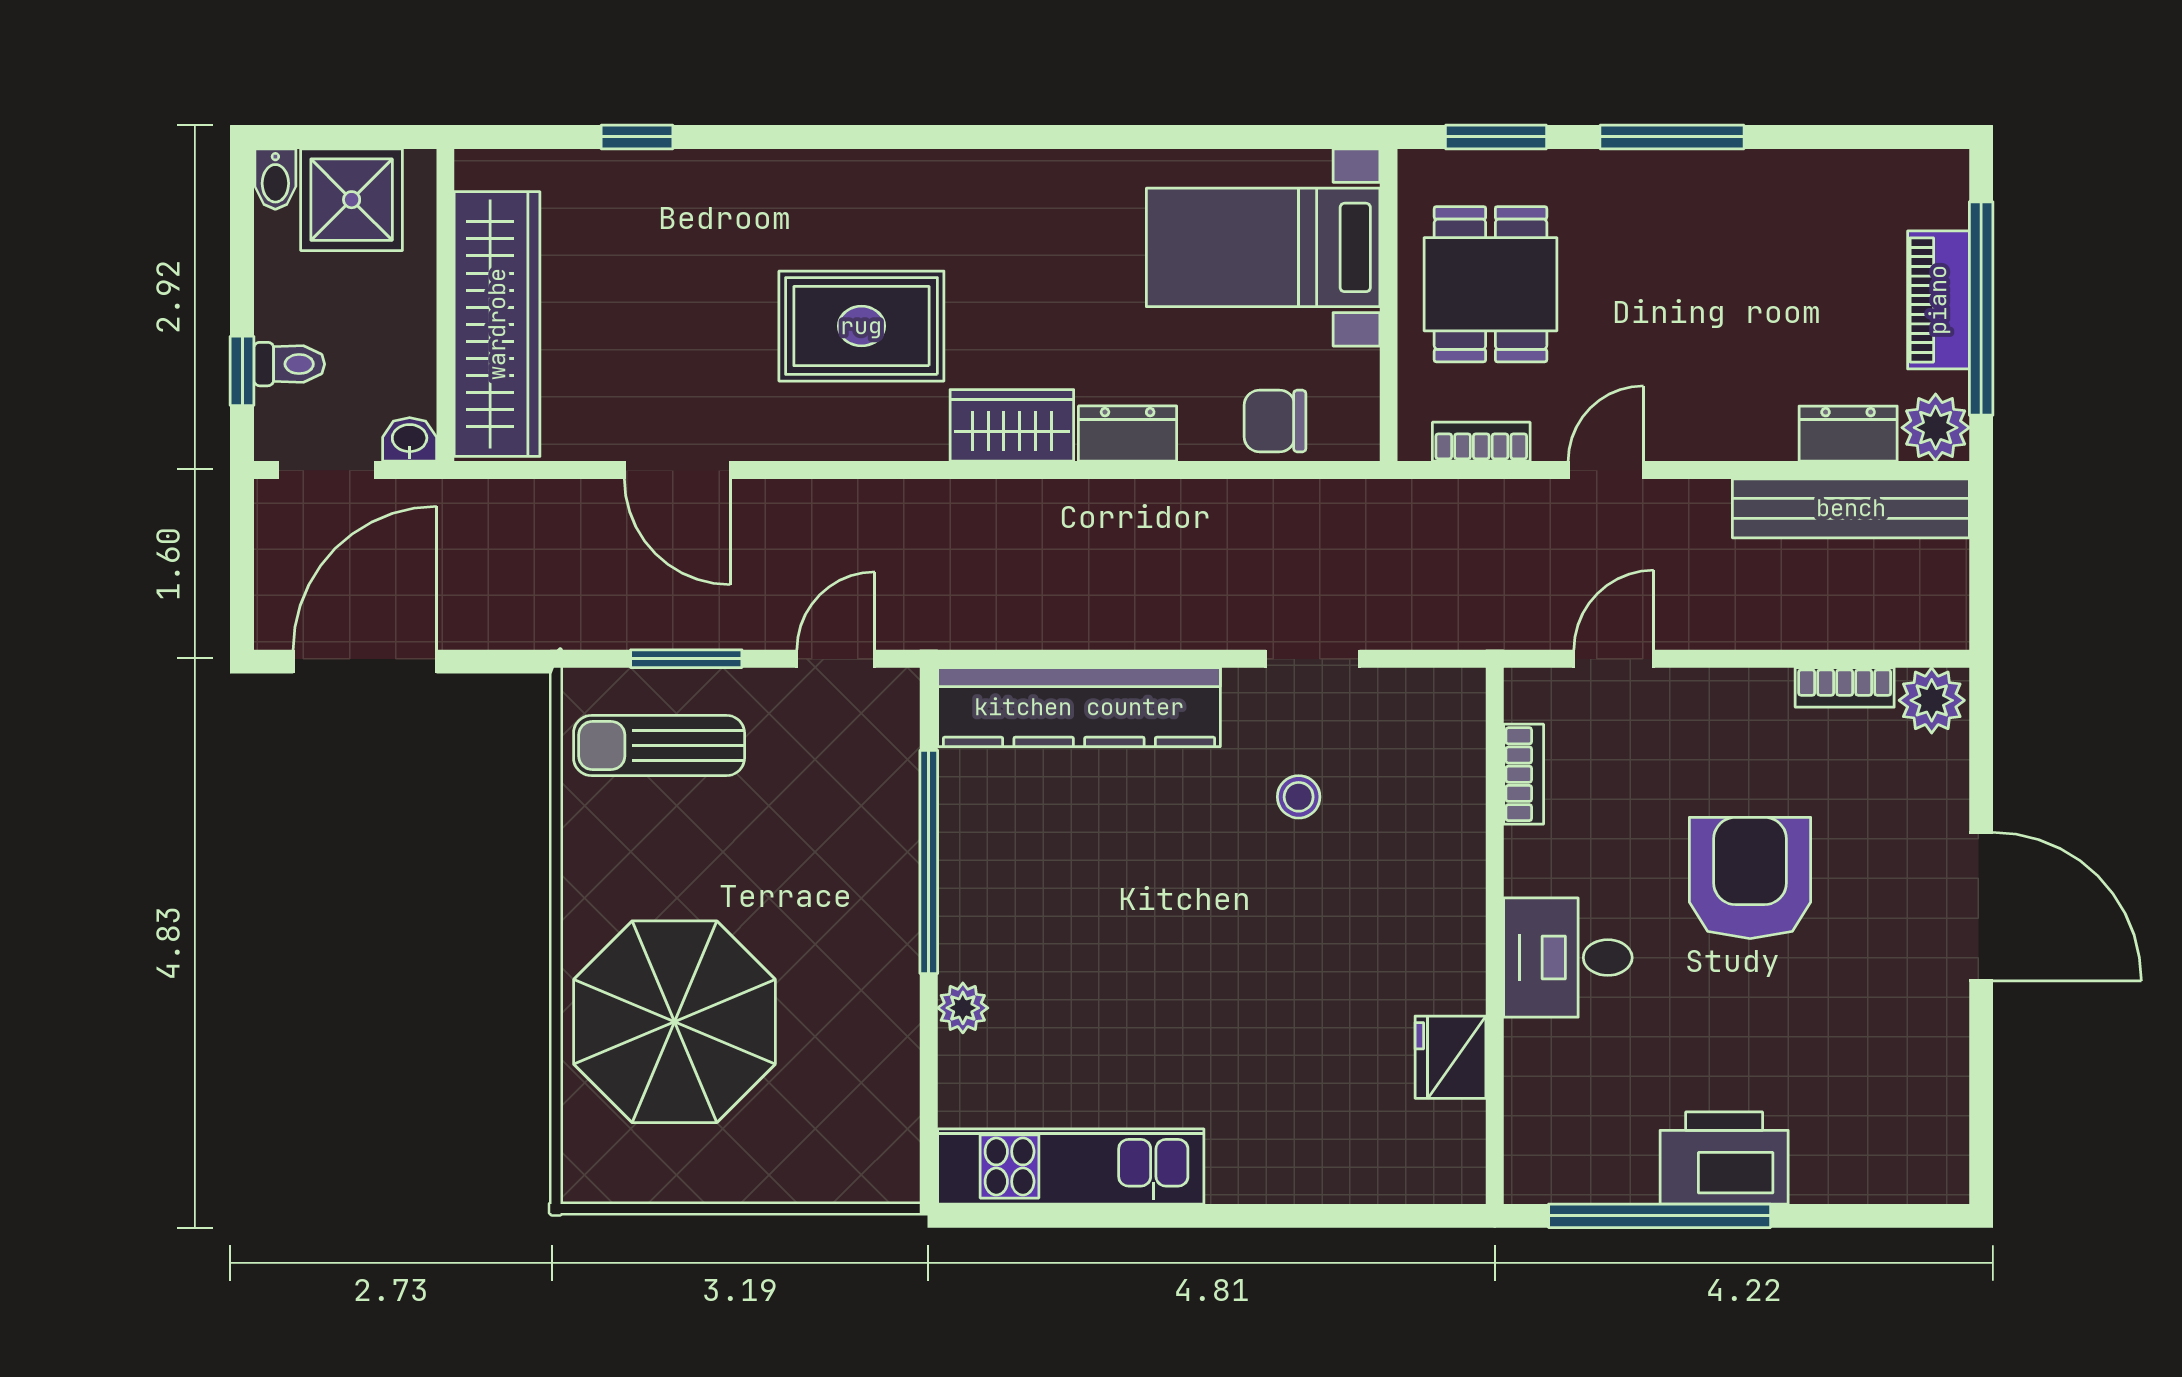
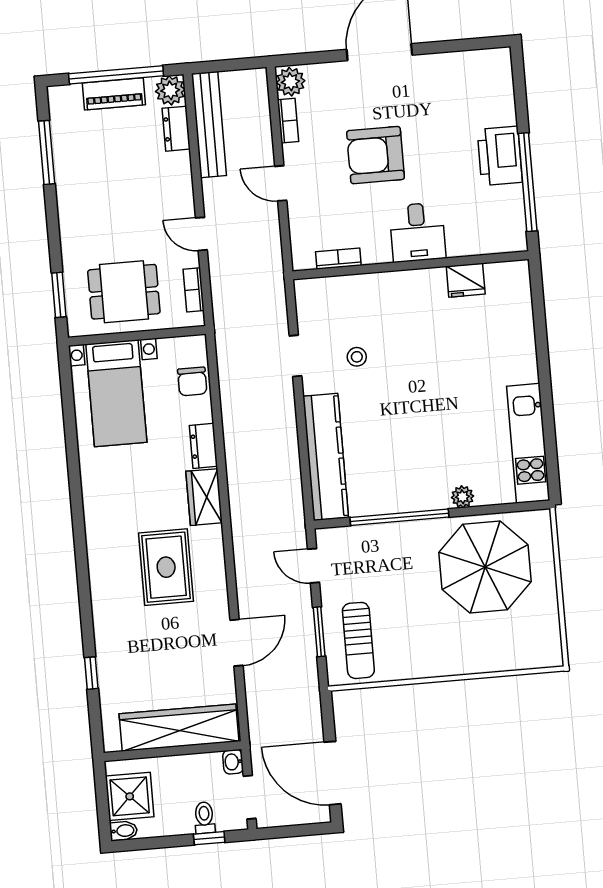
window: (1672, 137) -> (47, 152), moved
door: (1614, 659) -> (281, 183), moved
parasol: (674, 1022) -> (485, 567), moved

